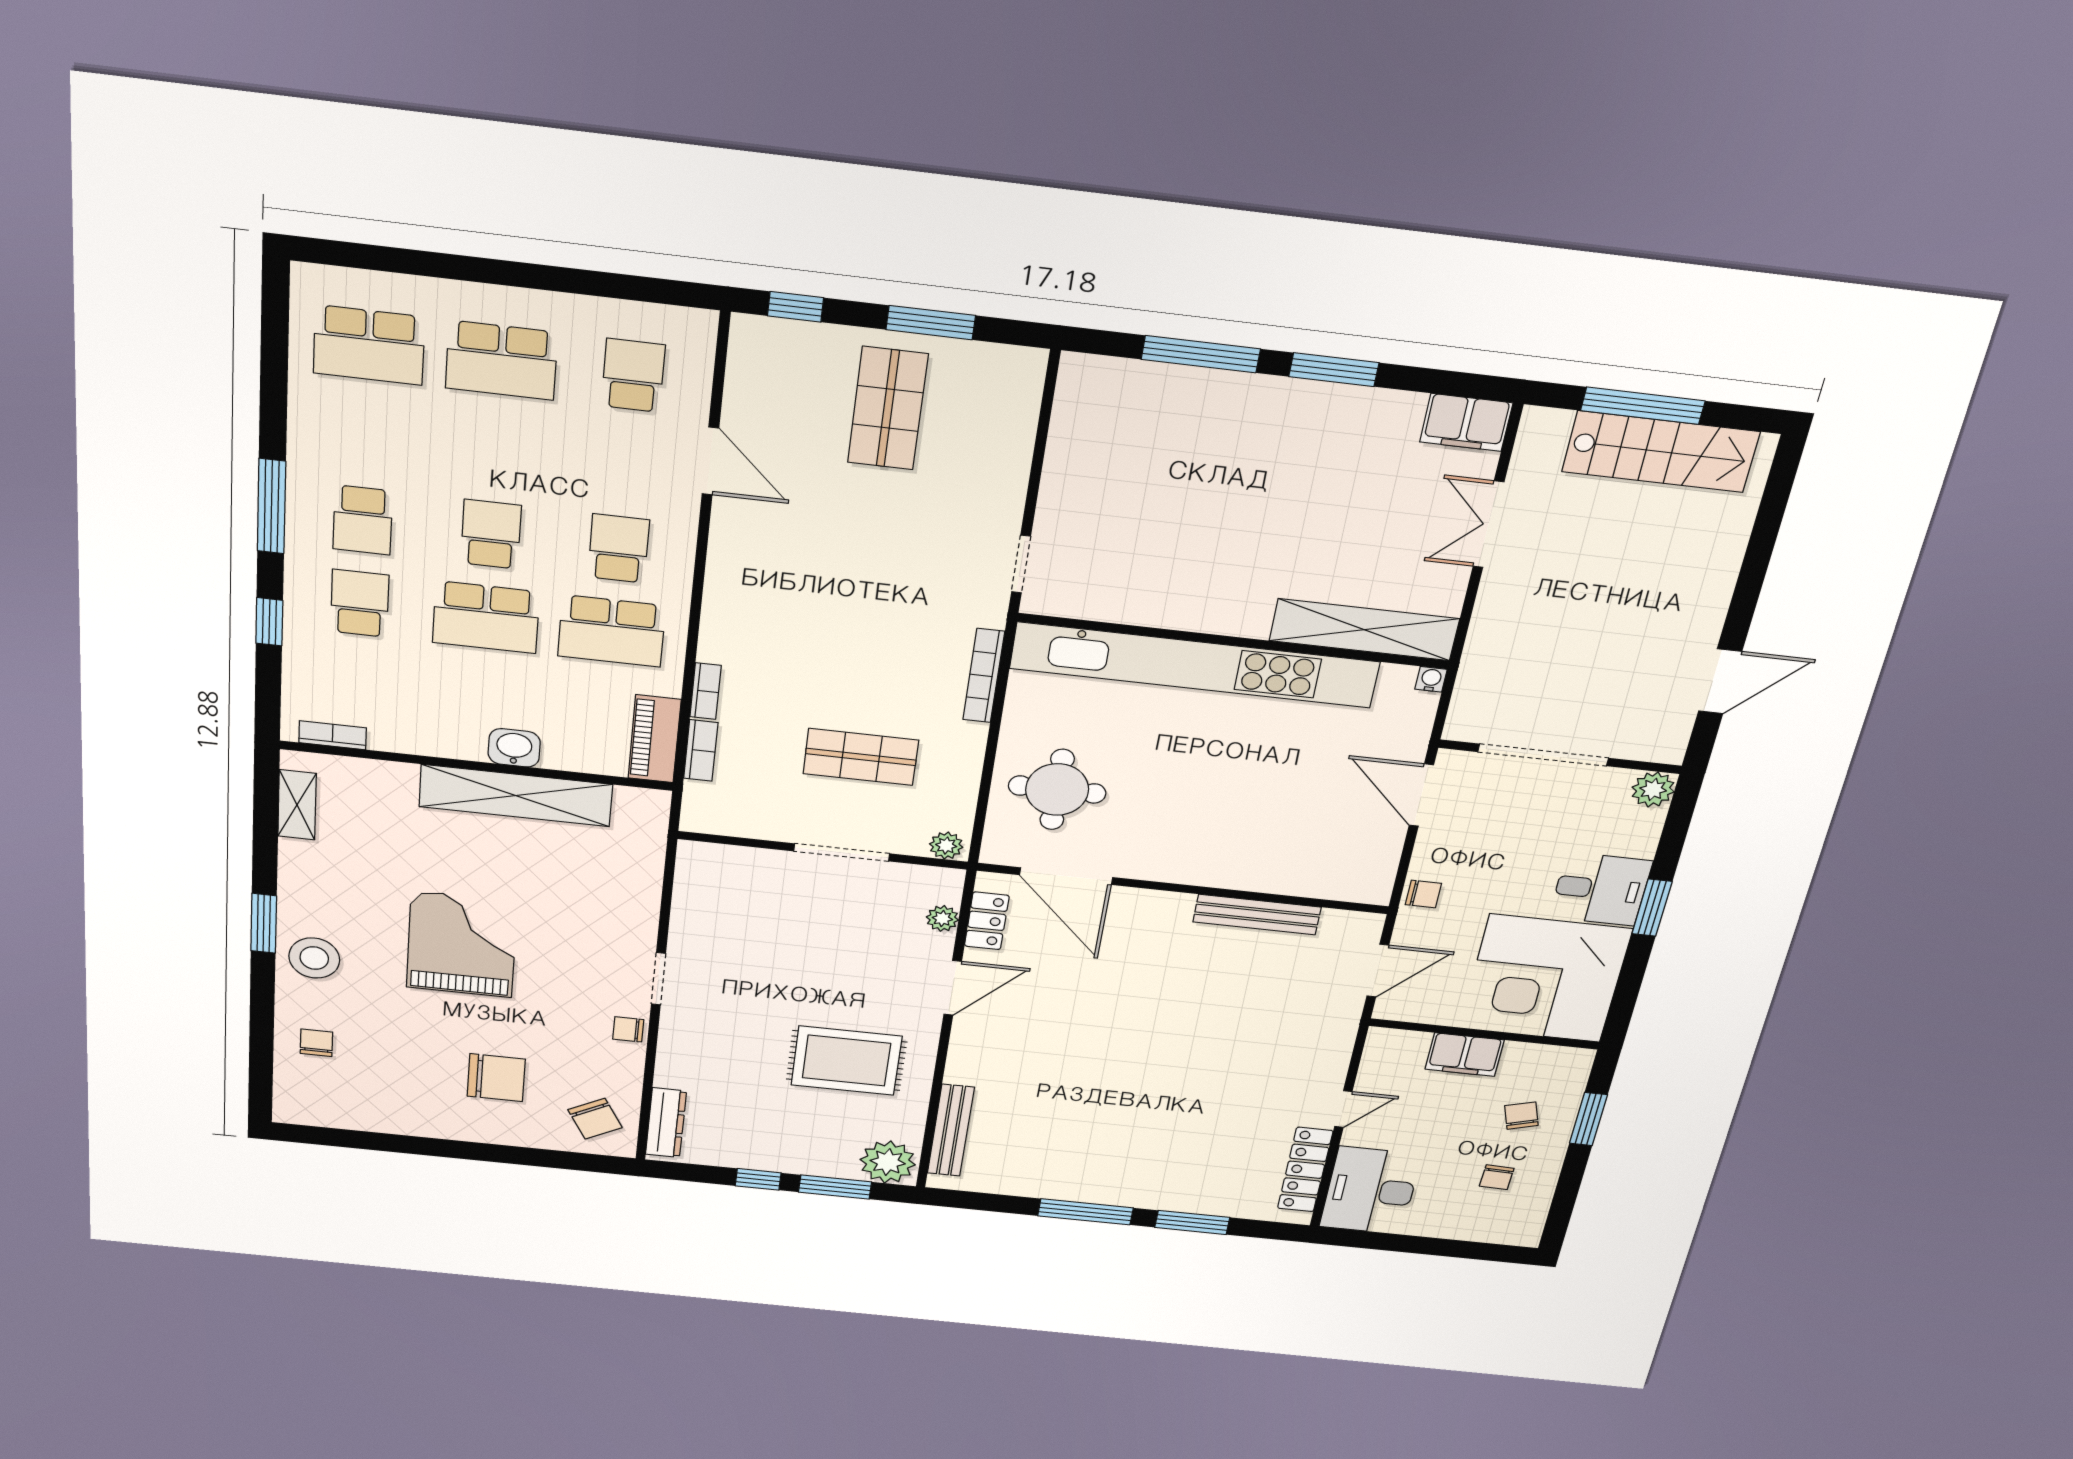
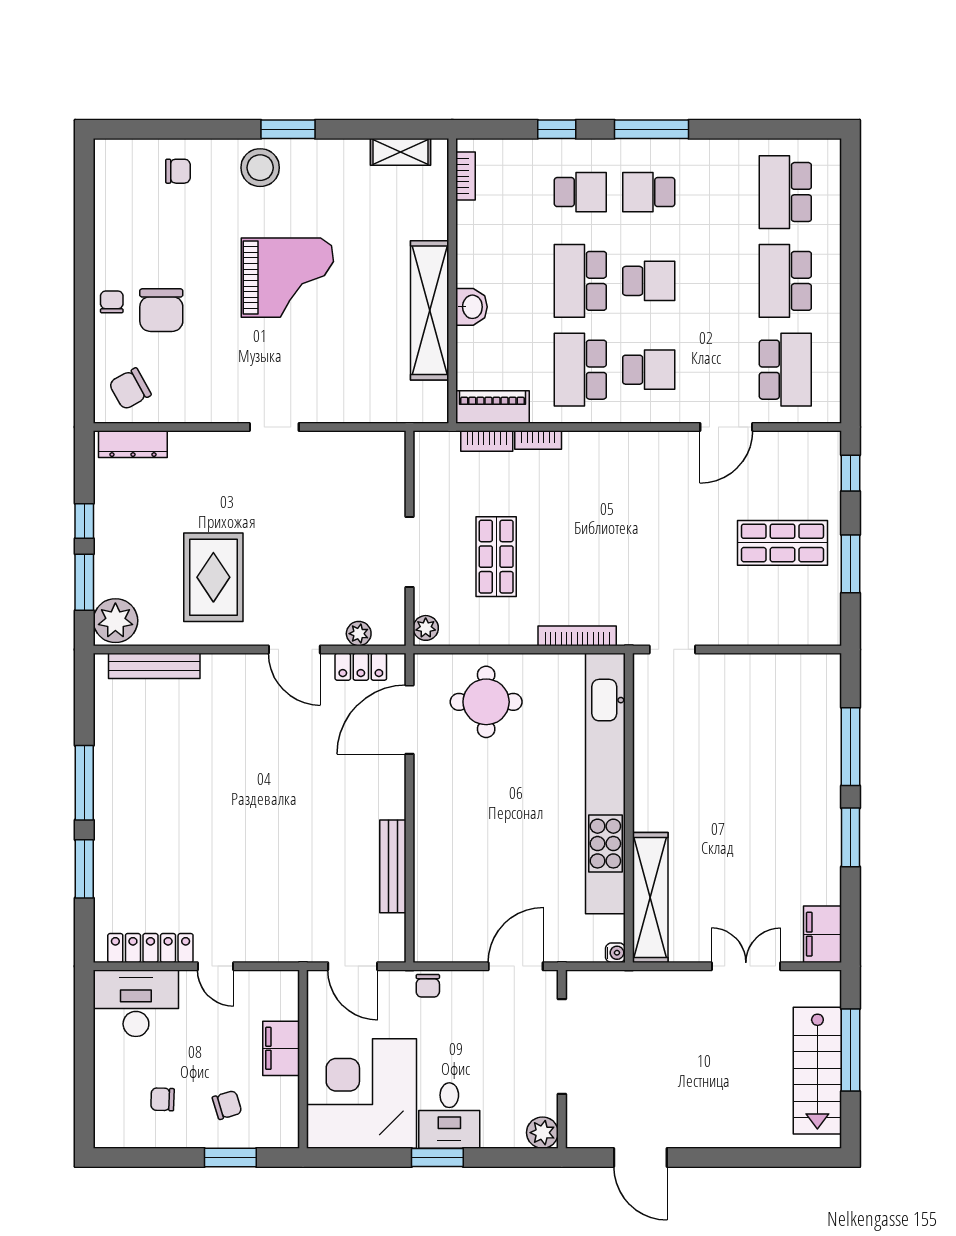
school desk: (633, 375) -> (785, 370), width x1.85
chair: (628, 1029) -> (112, 302), moved

